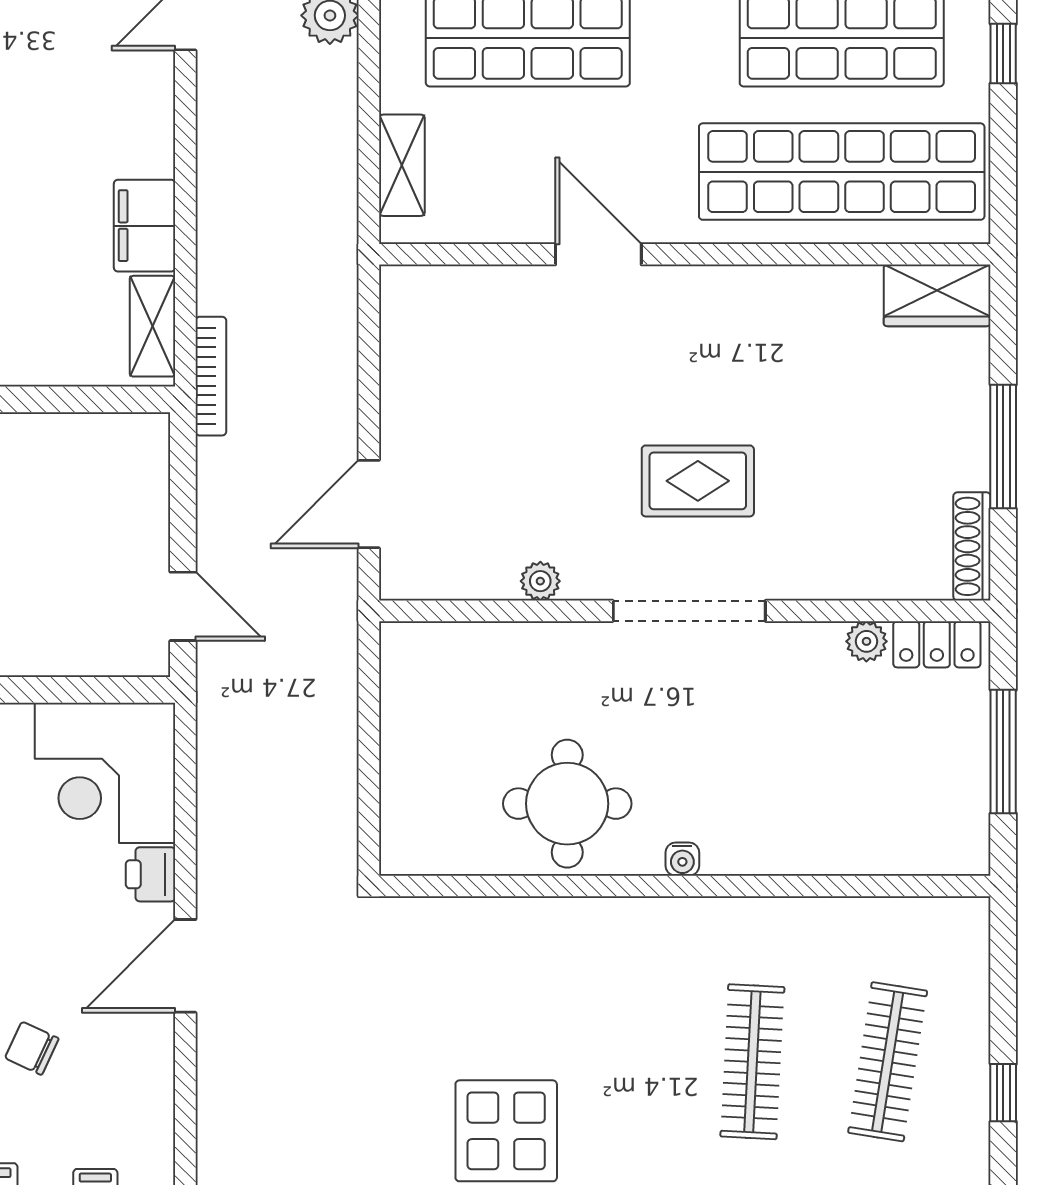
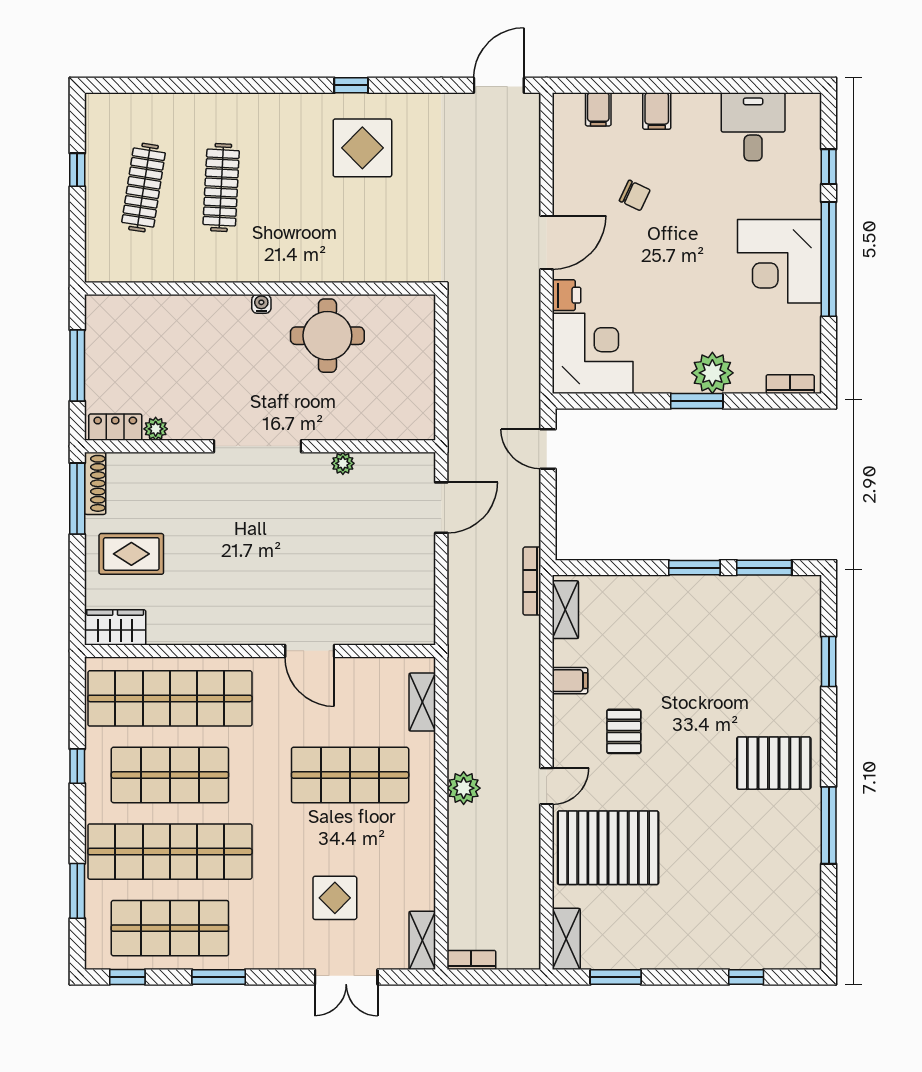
pallet: (51, 114) -> (624, 731), added
filing cabinet: (145, 226) -> (570, 681), width x0.50
window: (1003, 447) -> (77, 499), moved
rug: (698, 481) -> (131, 554), moved

